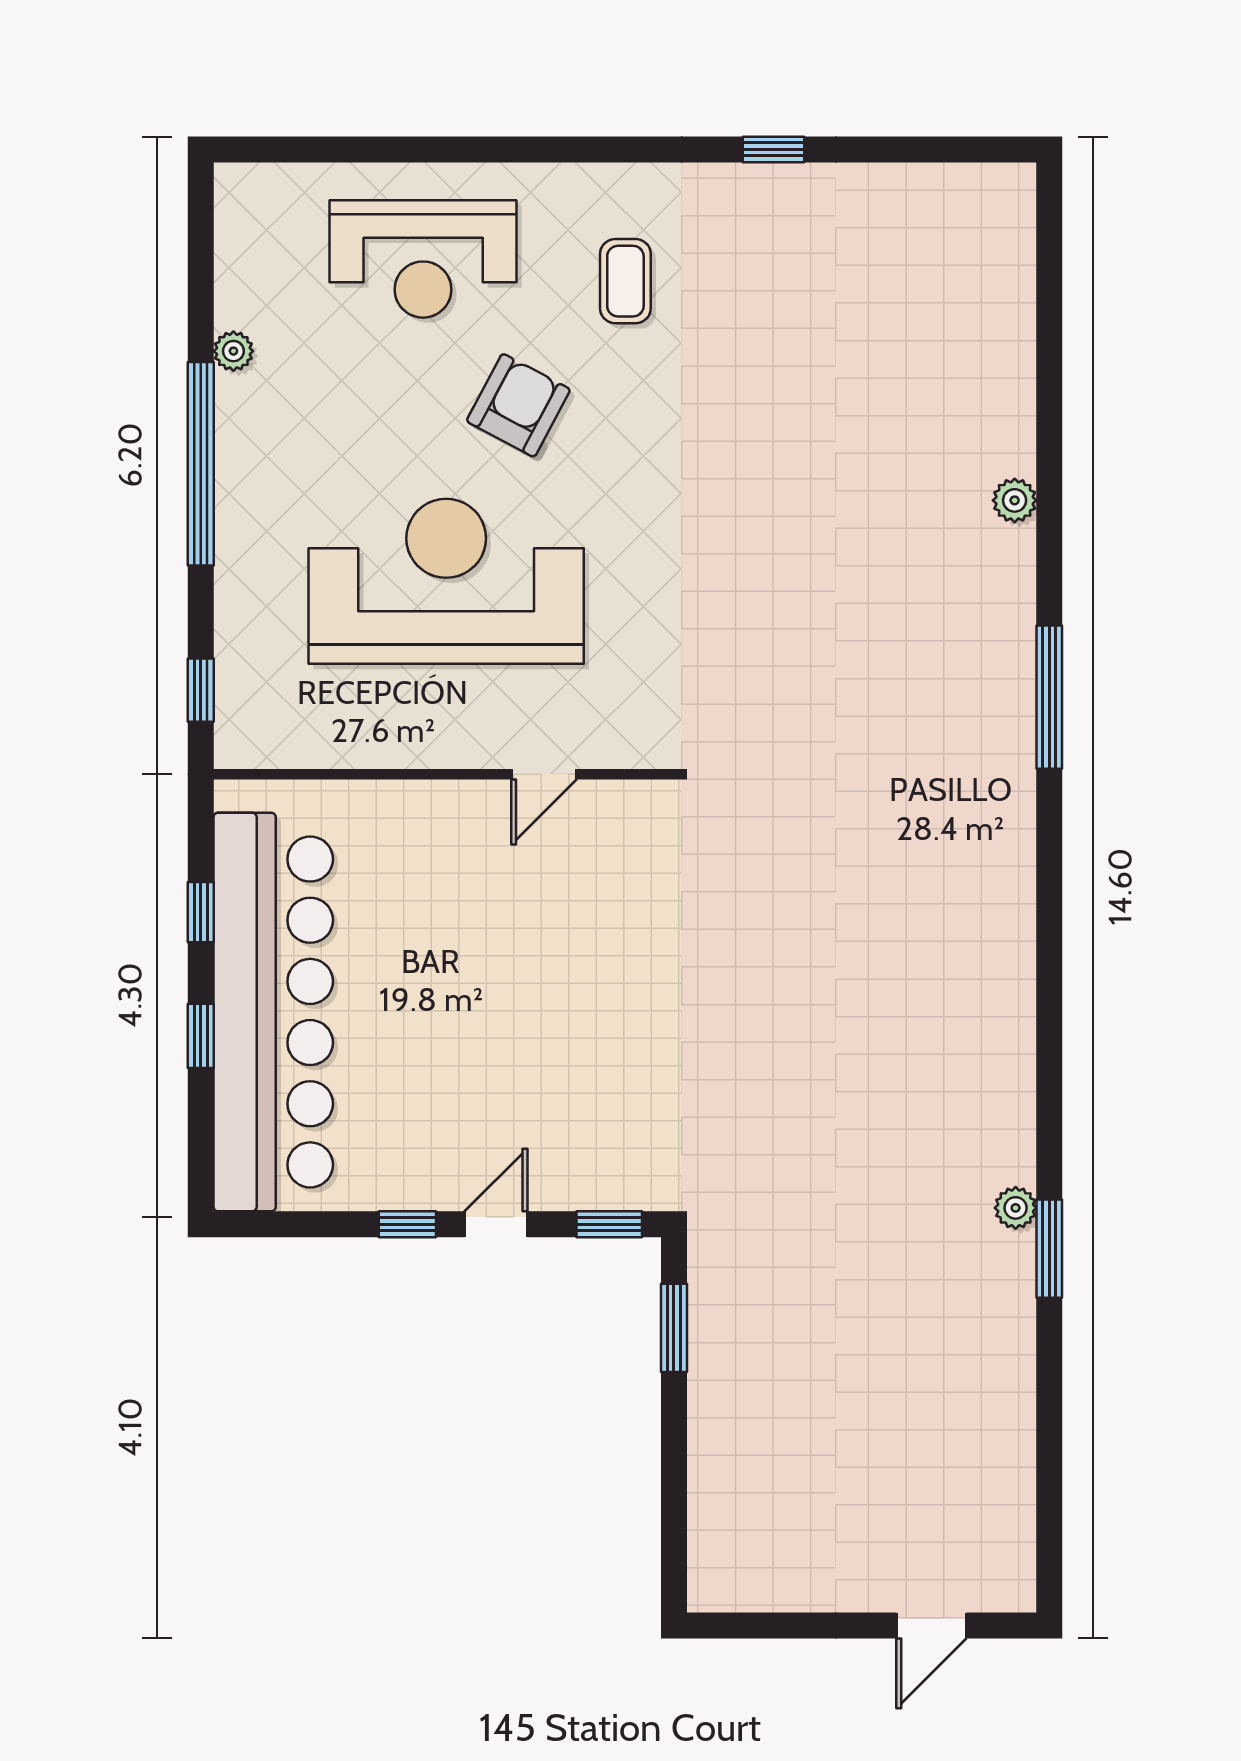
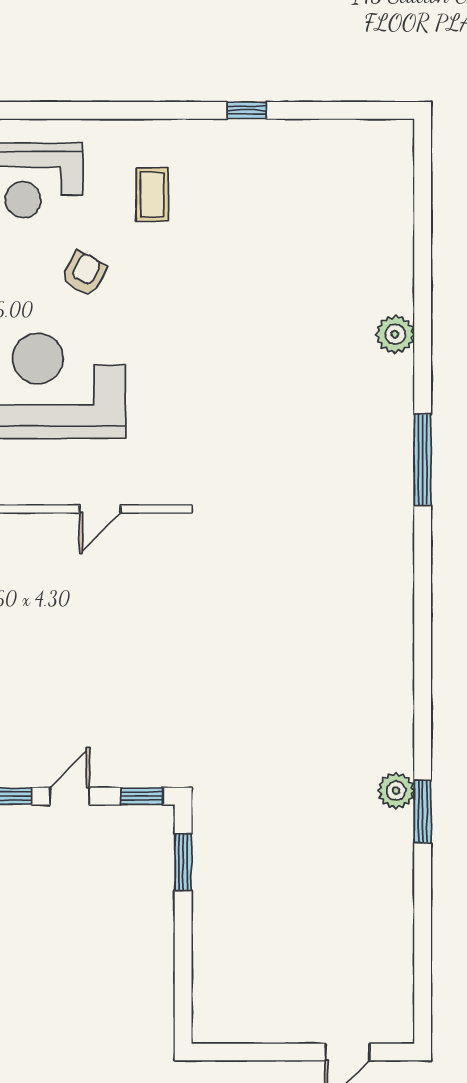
armchair: (518, 405) -> (84, 274), width x0.72, depth x0.72
plant: (1015, 500) -> (395, 334), width x1.38, depth x1.38
plant: (1016, 1208) -> (396, 791), width x1.38, depth x1.38

